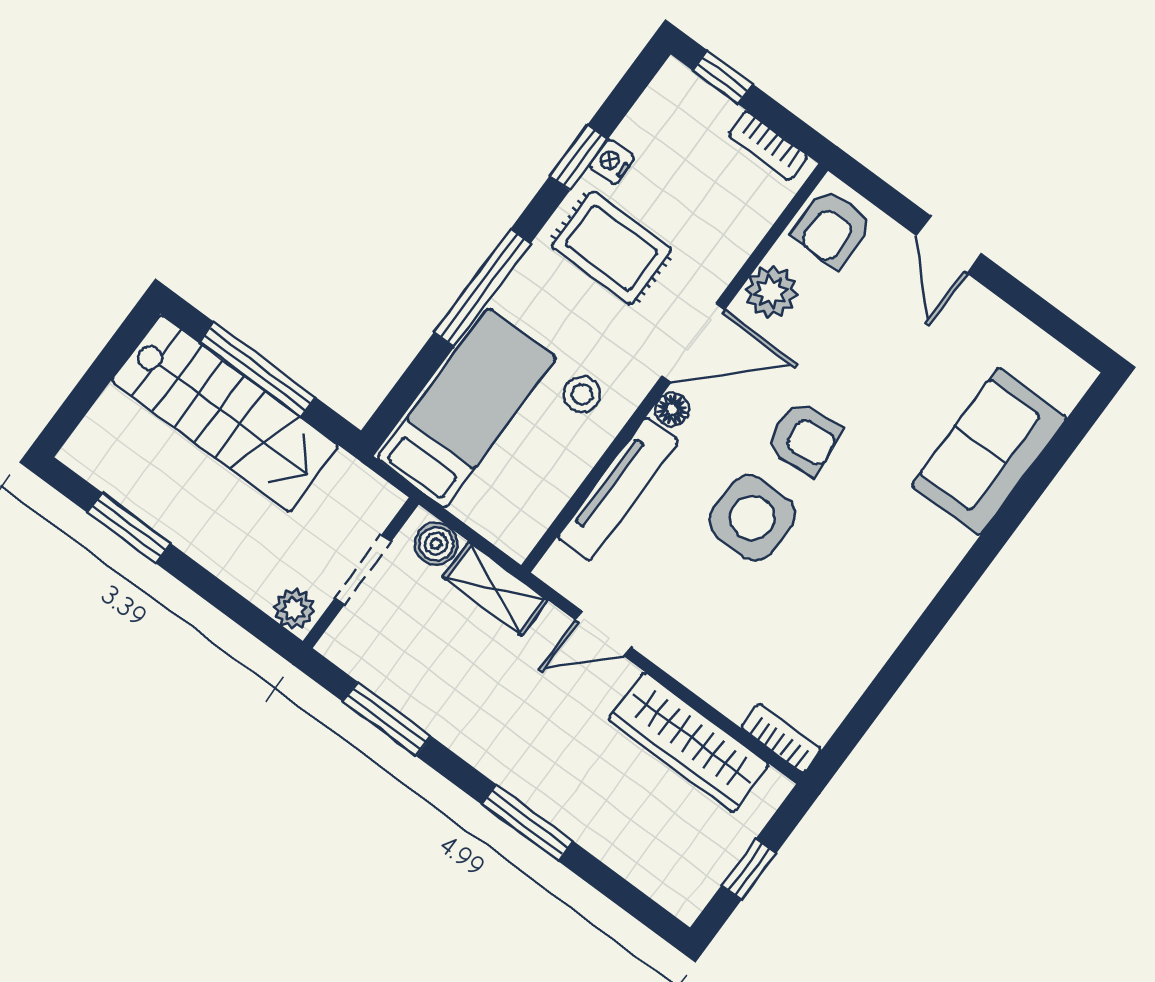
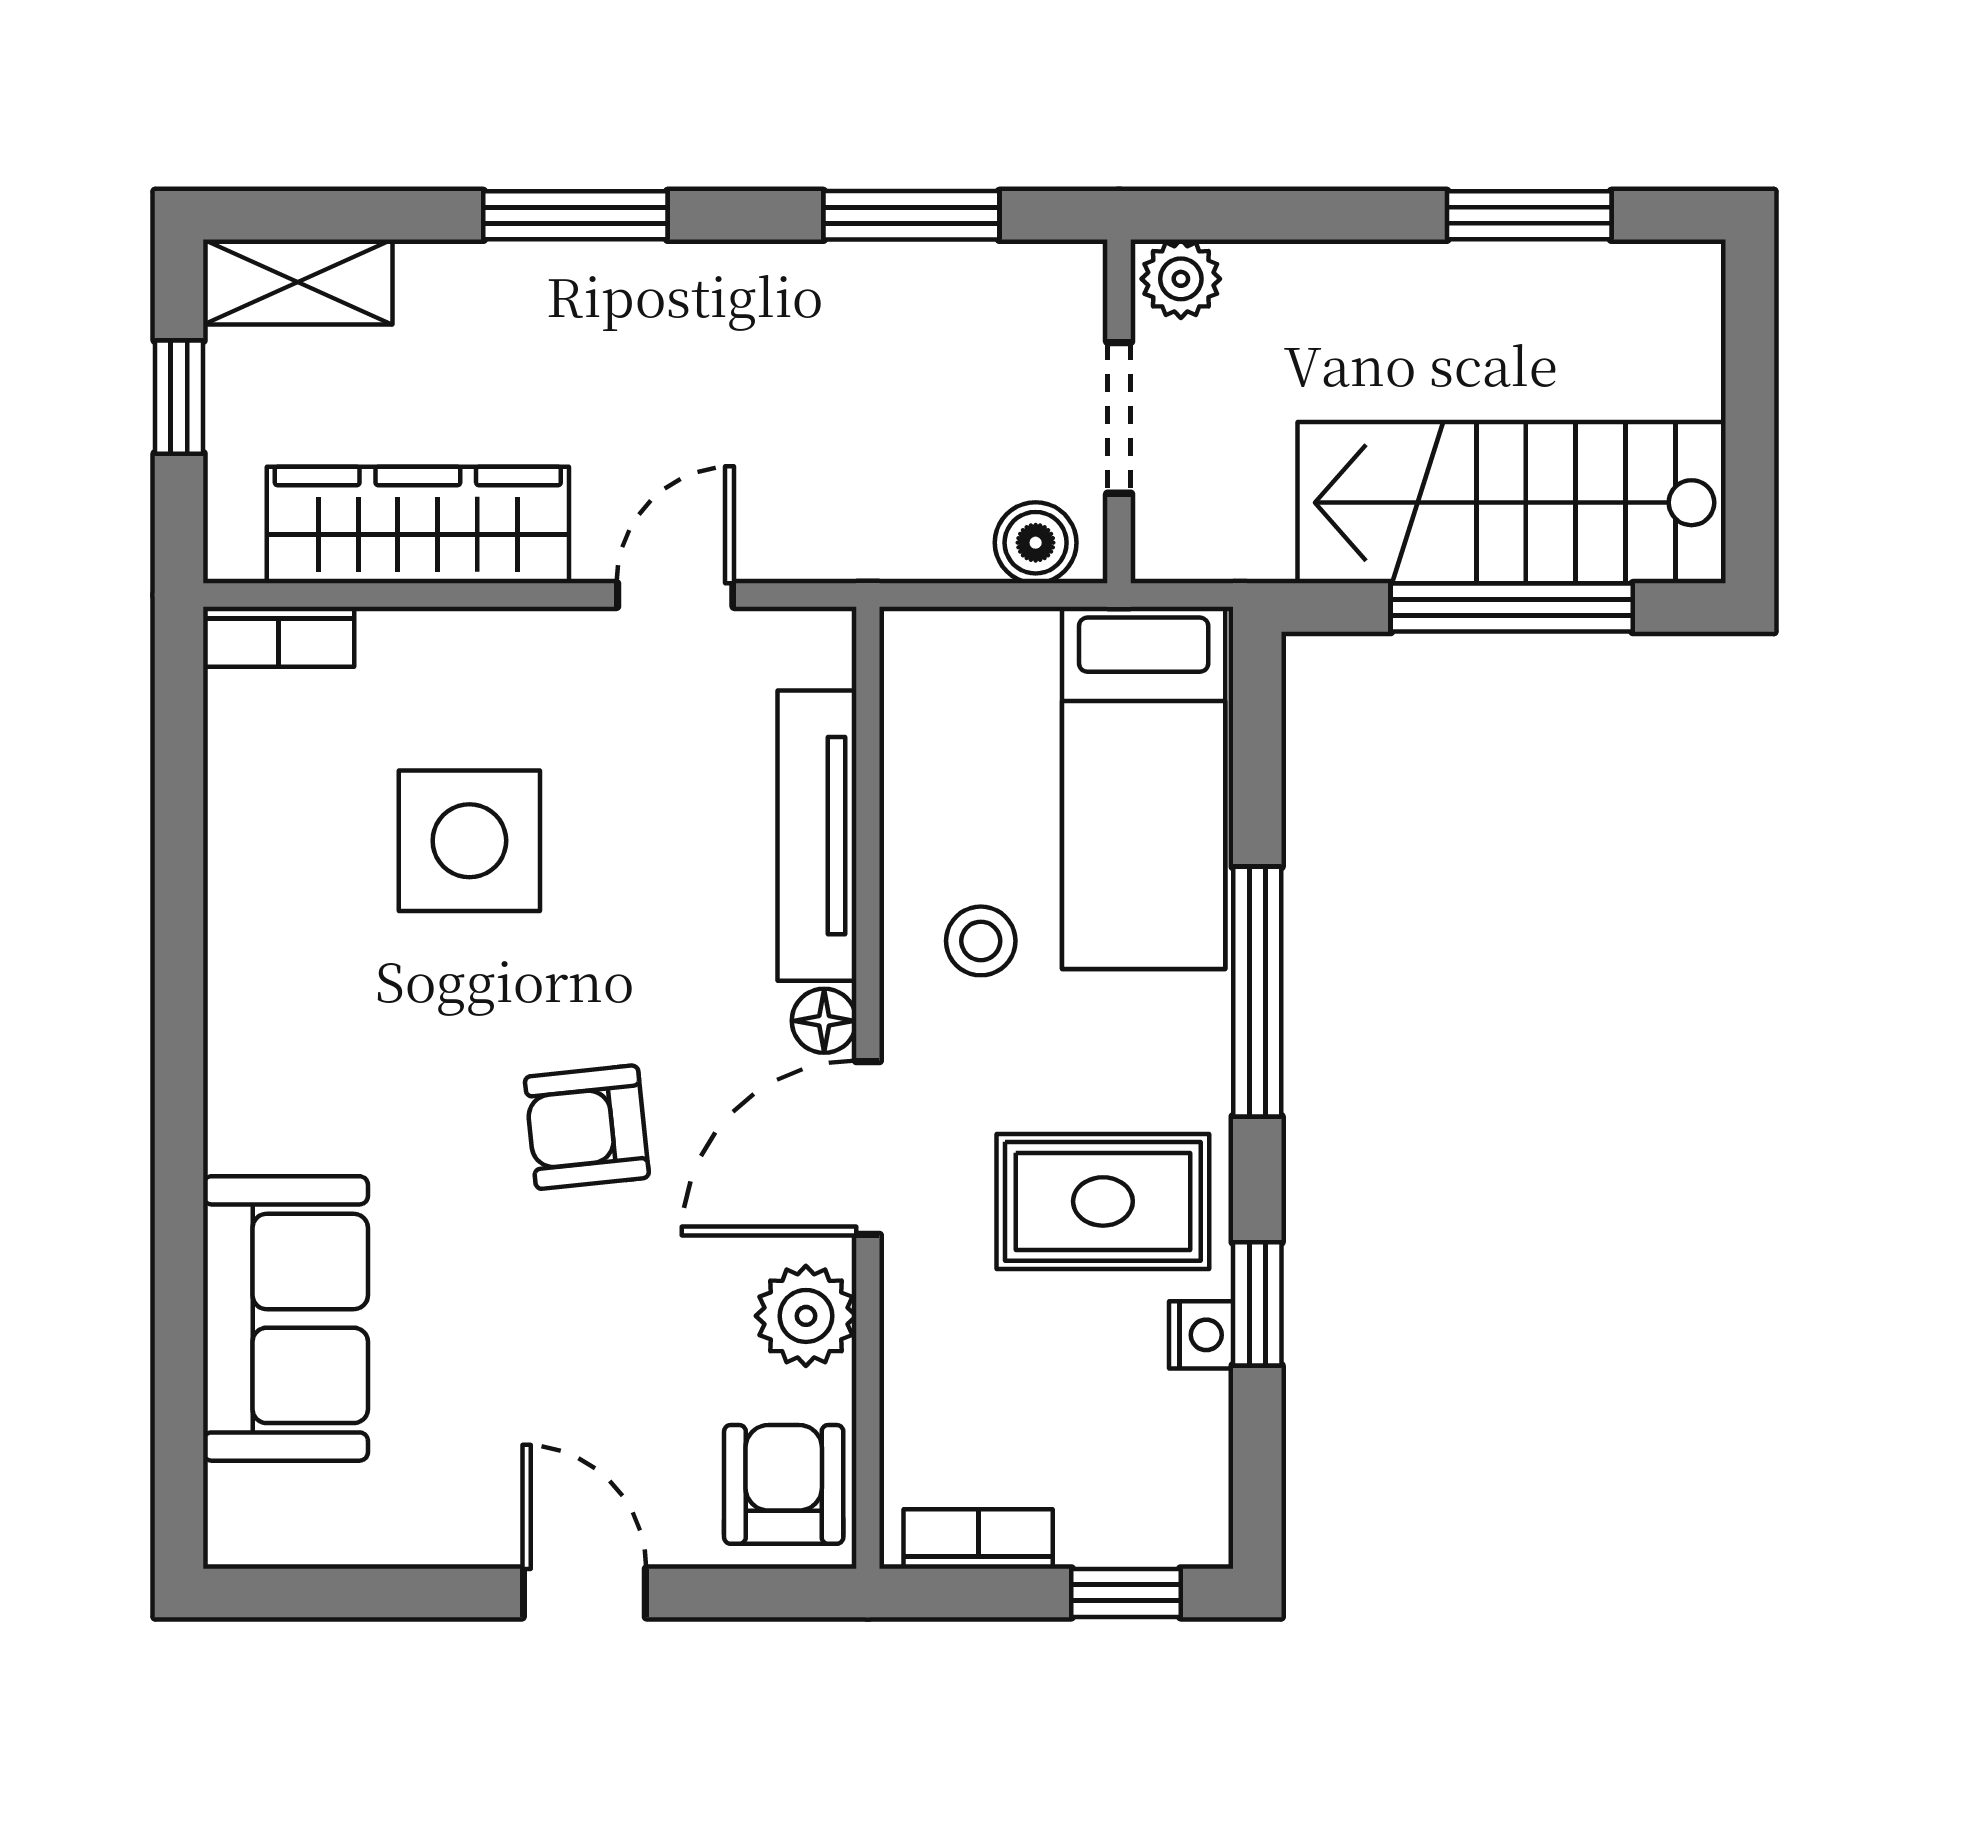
side table: (752, 518) -> (469, 841), moved
shelving: (495, 589) -> (298, 282), moved

